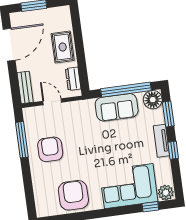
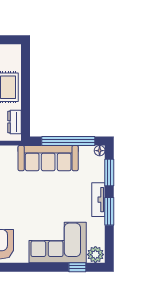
floor lamp: (153, 100) -> (100, 151), width x0.53, depth x0.53
sofa: (117, 107) -> (48, 158), width x1.36
window: (173, 150) -> (109, 211), width x1.50

